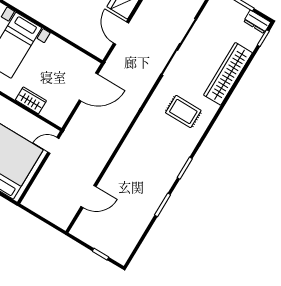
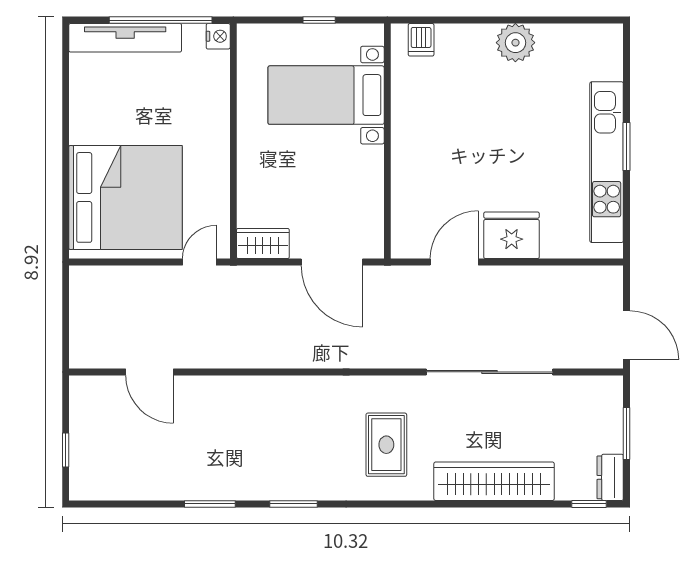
wardrobe: (31, 100) -> (263, 243), moved, turned -90
door: (53, 145) -> (199, 262), hinge flipped

